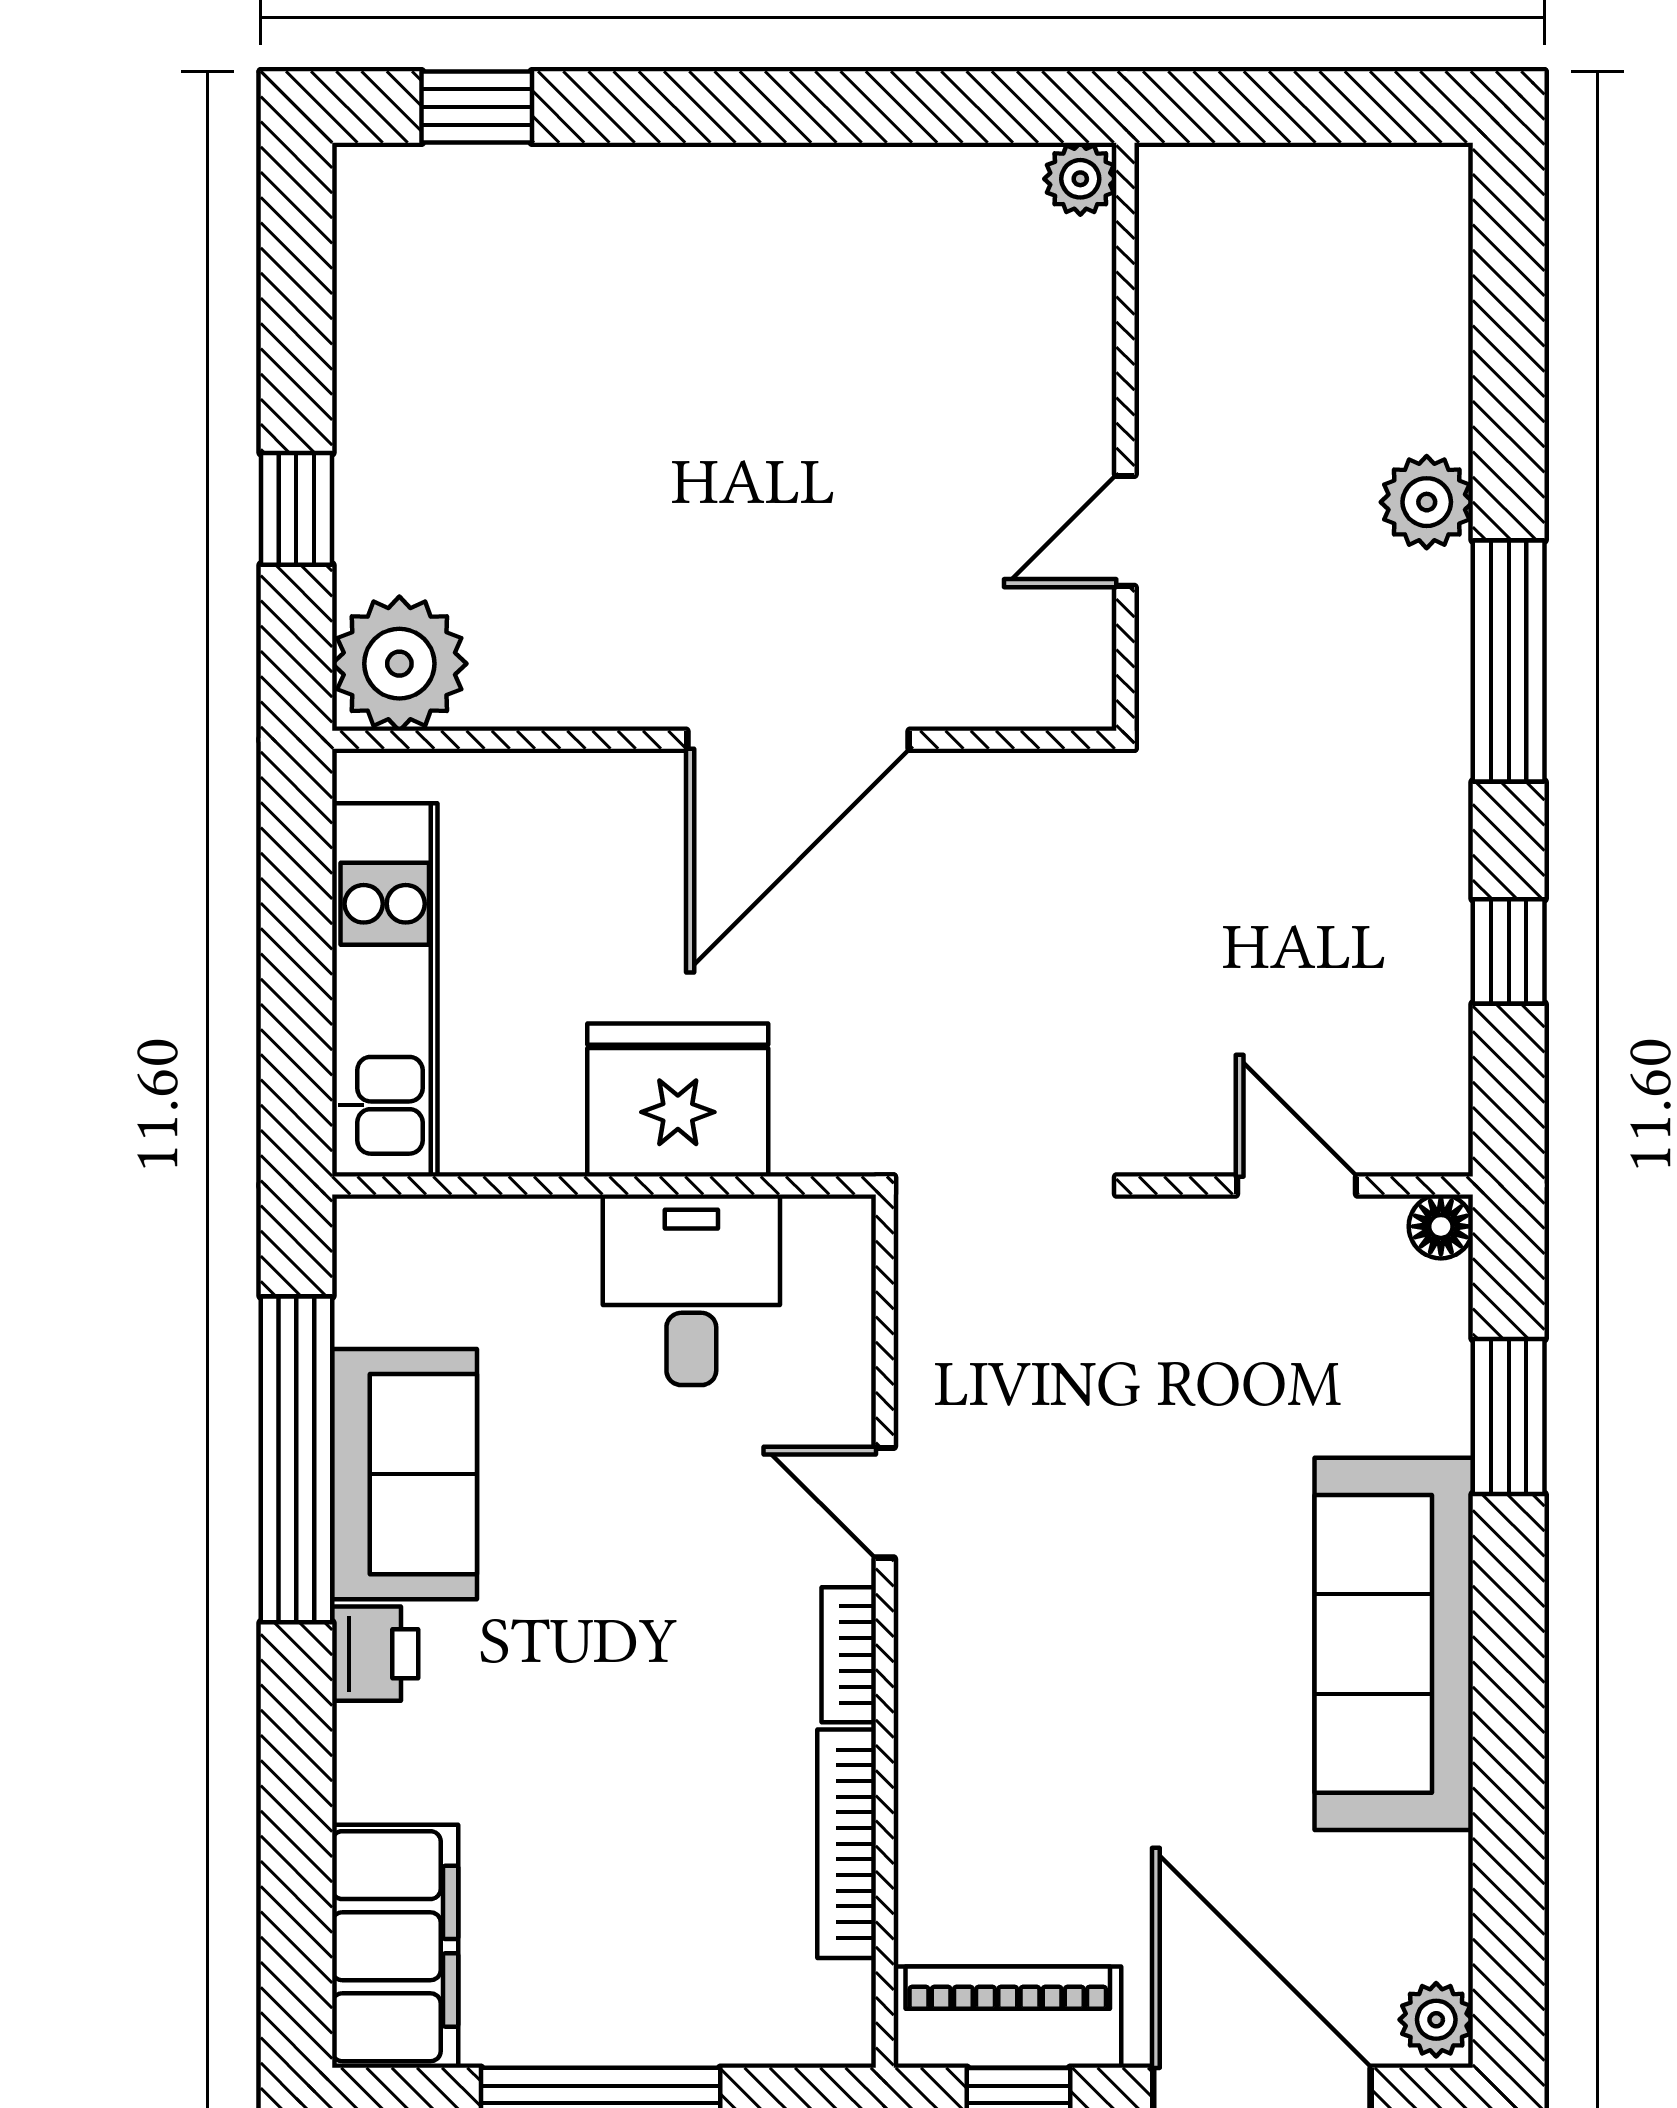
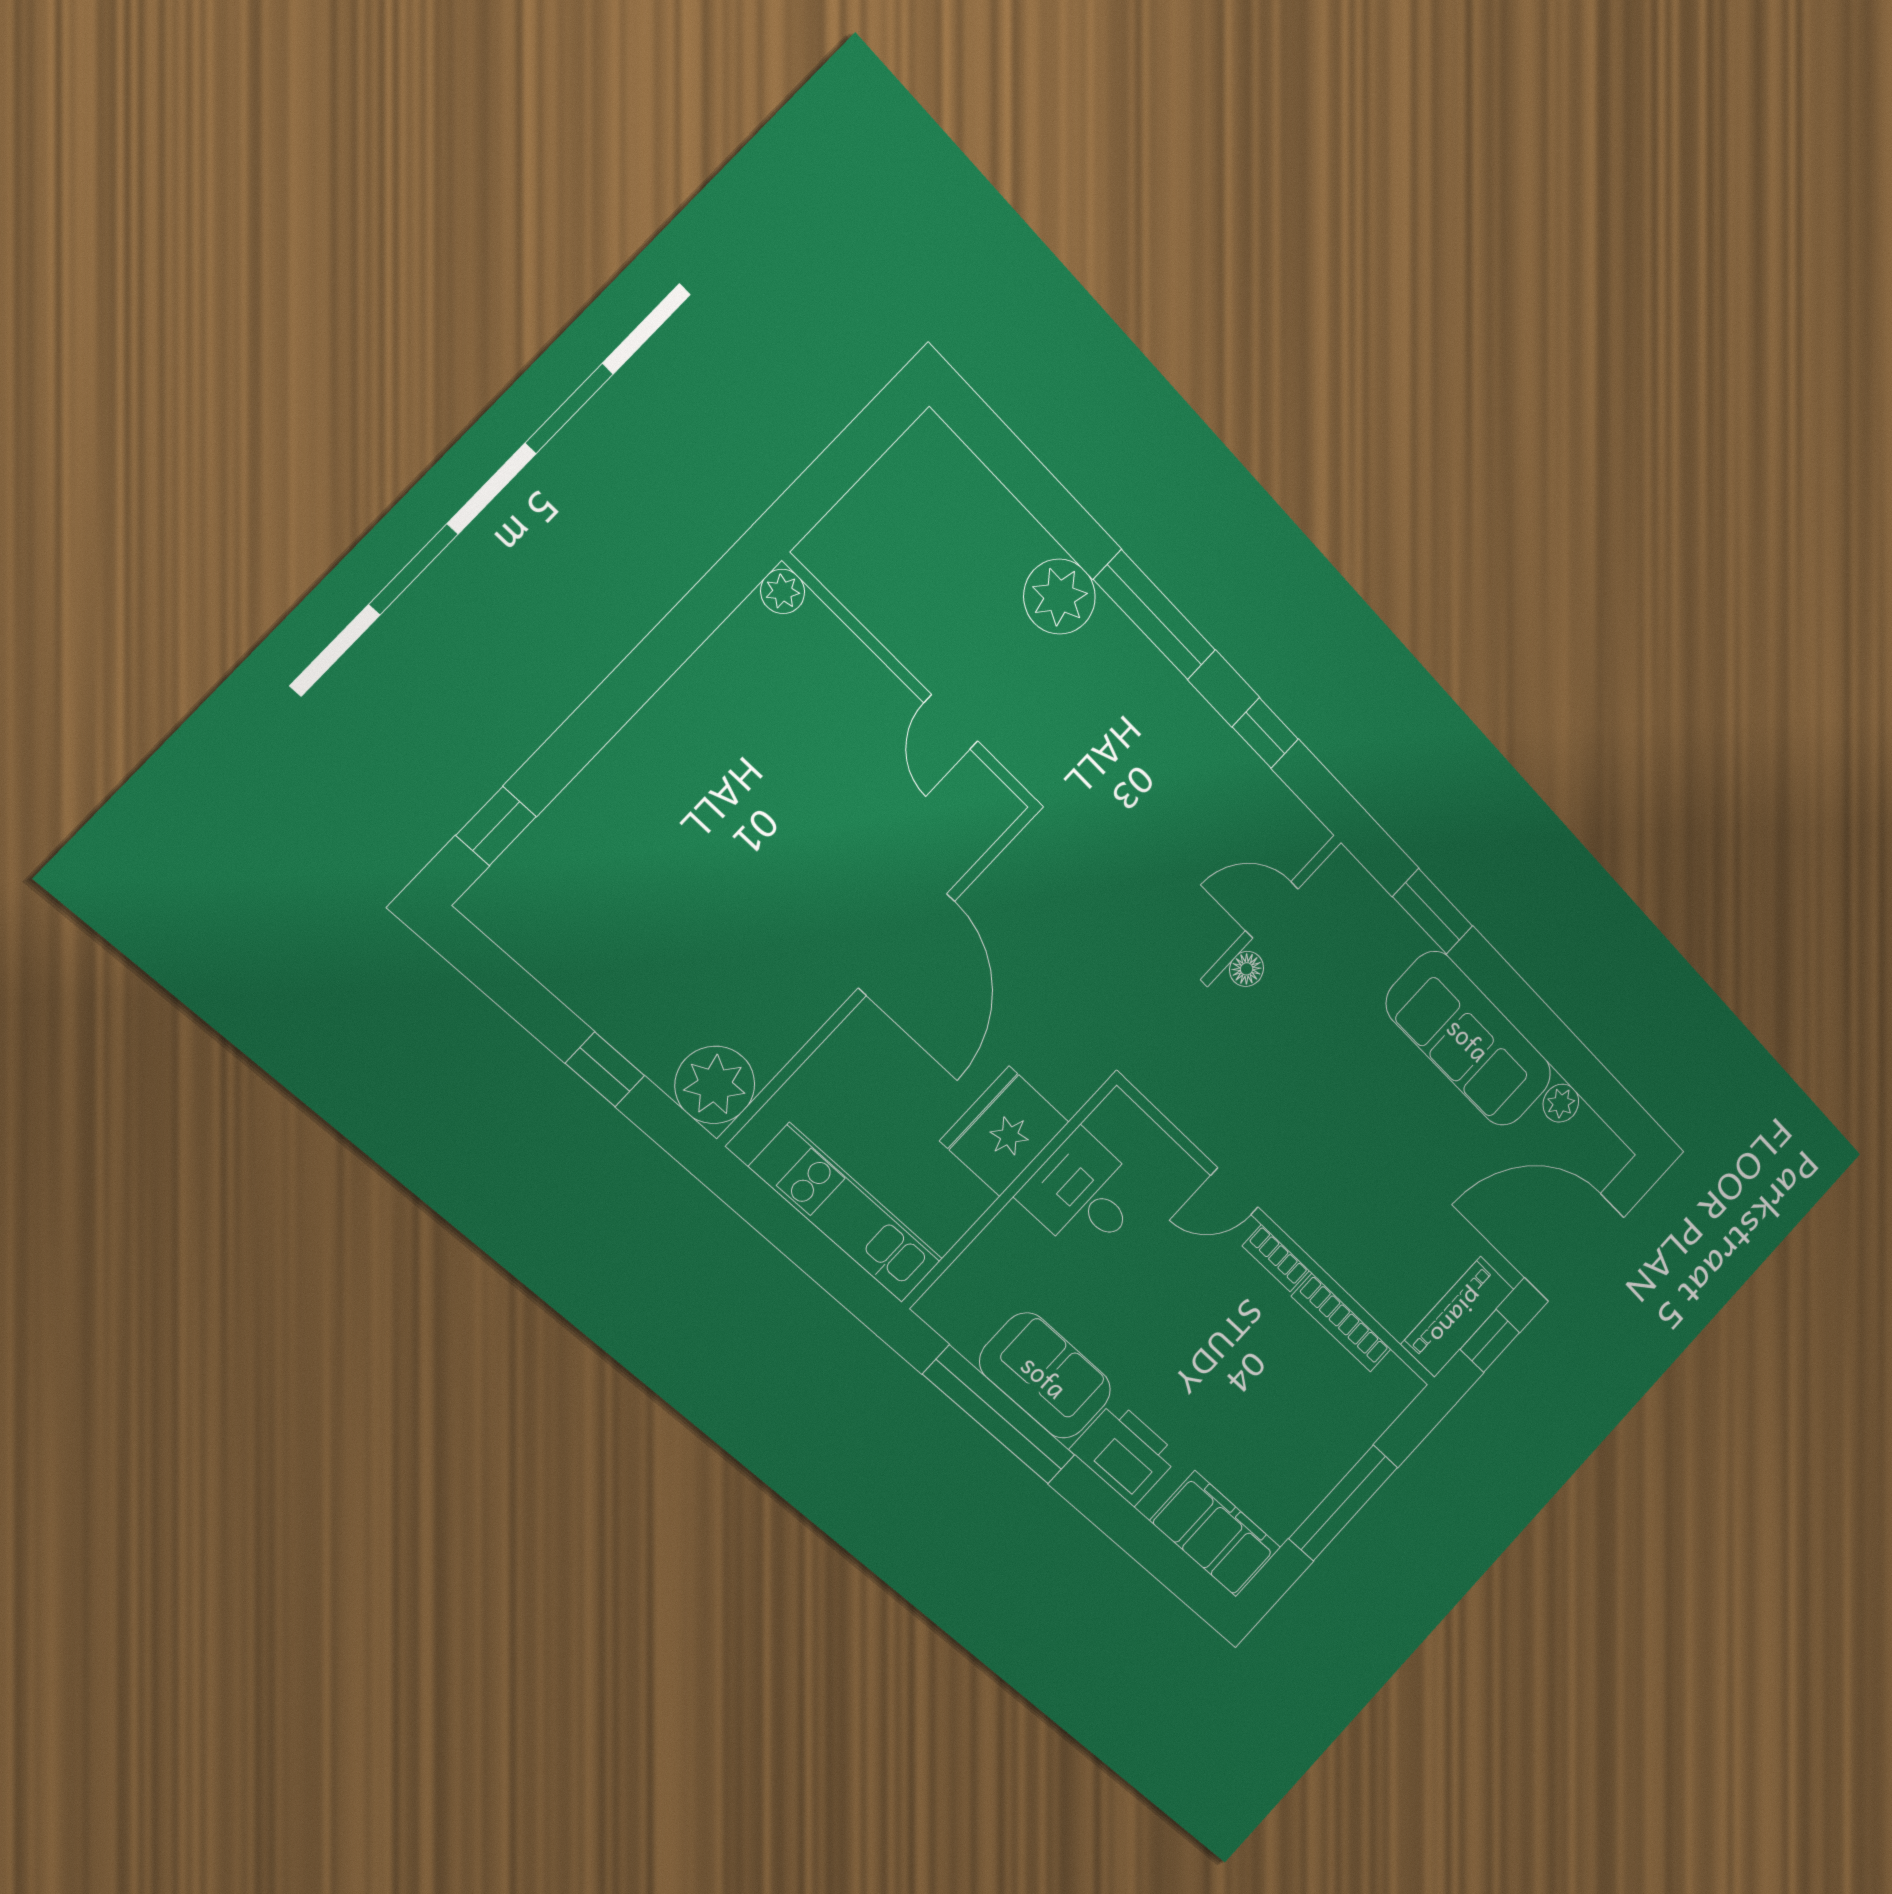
plant: (1427, 502) -> (1059, 597), width x1.36, depth x1.36
floor lamp: (1441, 1226) -> (1247, 969), moved
printer: (375, 1654) -> (1125, 1453), width x1.87, depth x1.48
plant: (1436, 2020) -> (1561, 1103), moved

